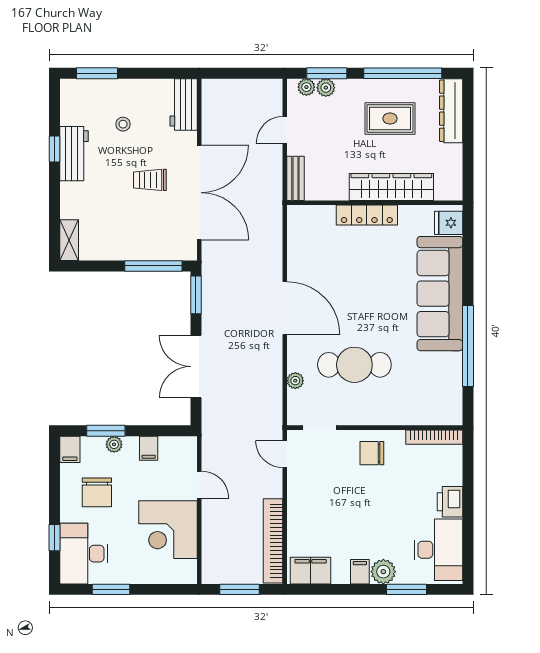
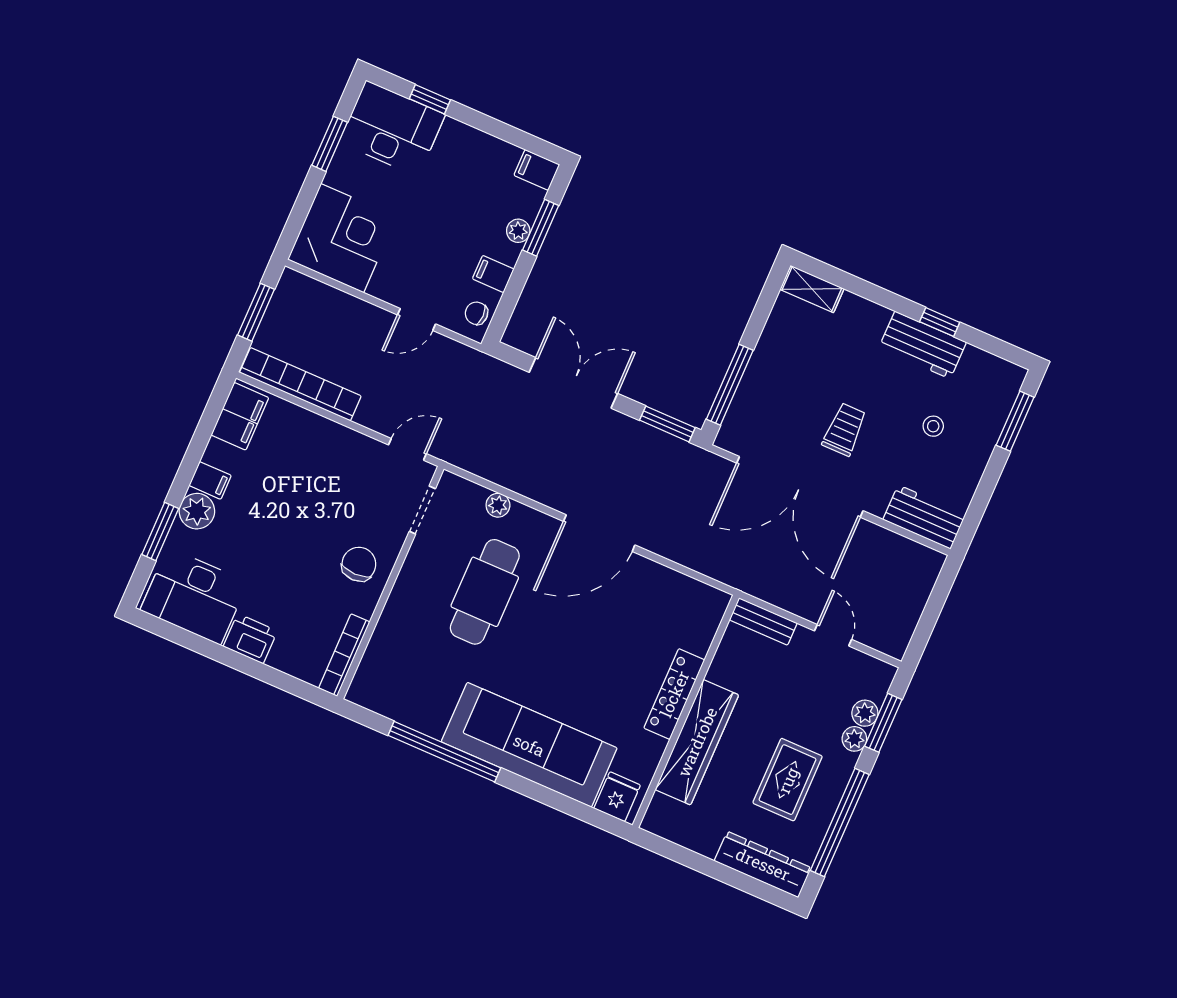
plant: (306, 87) -> (854, 739), moved
chair: (97, 492) -> (477, 313), moved, width x0.54, depth x0.54
corner desk: (168, 530) -> (342, 238), moved, turned 90

